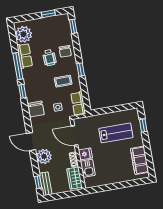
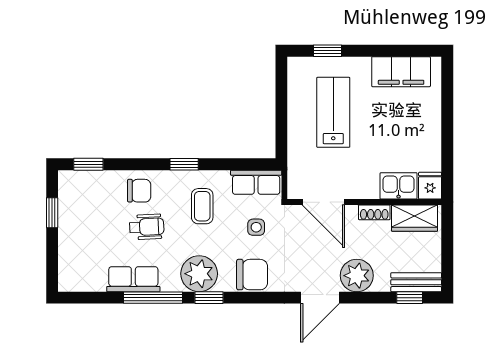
plant: (23, 34) -> (199, 274), moved
door: (75, 135) -> (323, 202), hinge flipped
fridge: (85, 154) -> (430, 186), moved

